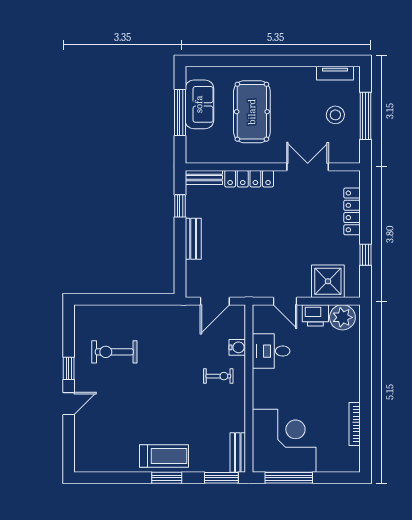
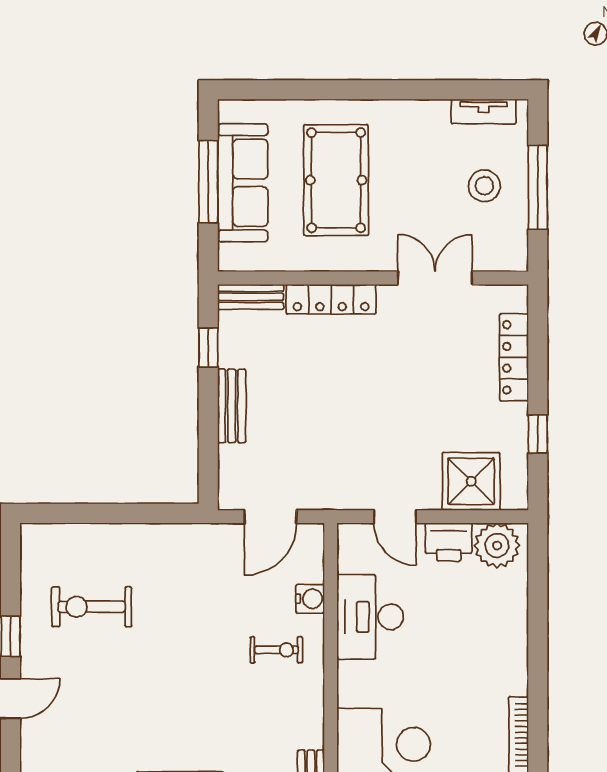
sofa: (199, 104) -> (243, 183), width x1.36
desk: (271, 351) -> (370, 617), width x1.37

